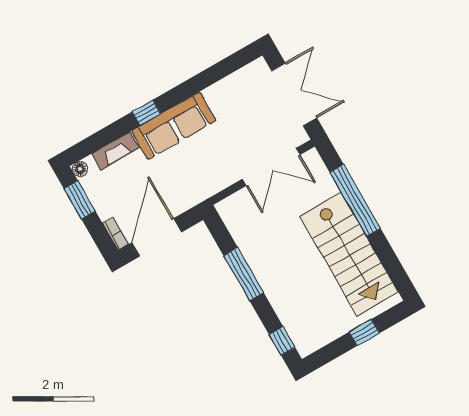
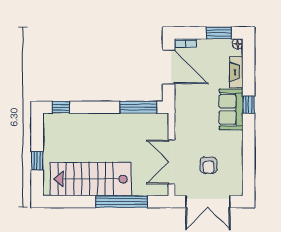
armchair: (249, 119) -> (209, 165), added
sofa: (174, 126) -> (231, 109), width x0.73
window: (244, 274) -> (138, 107), moved

